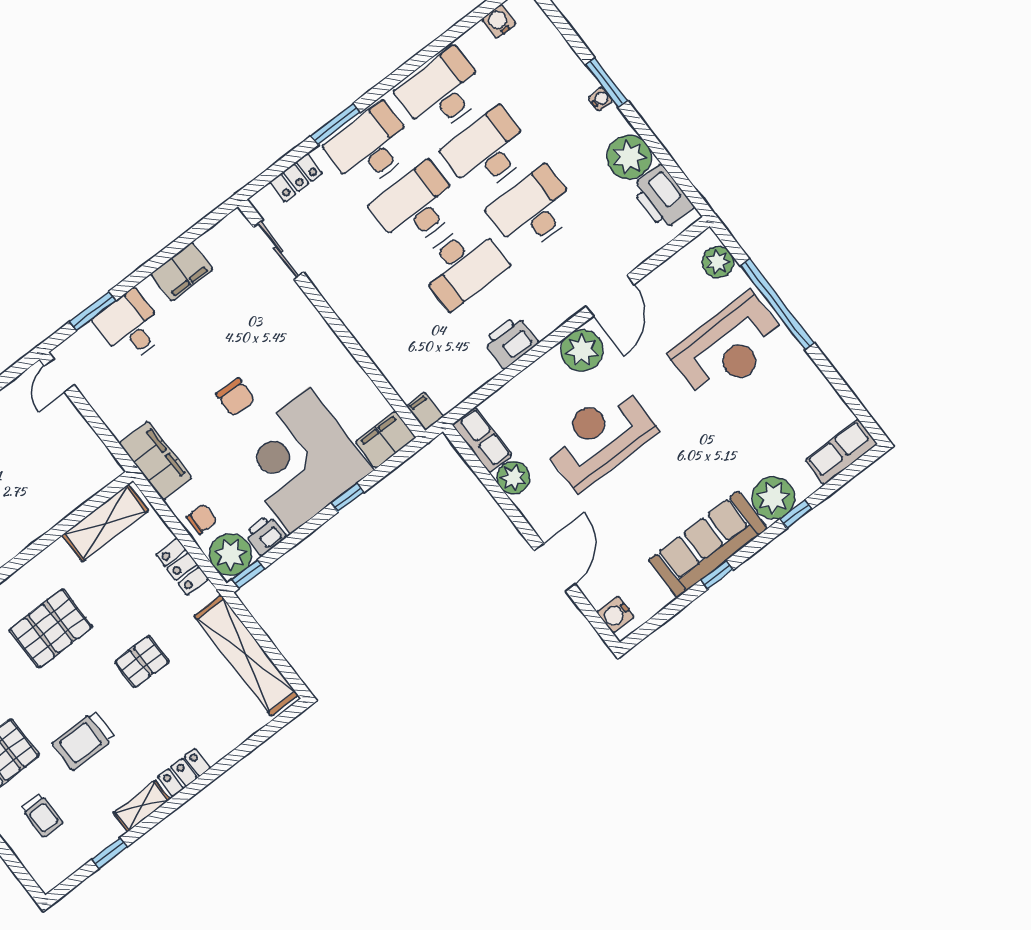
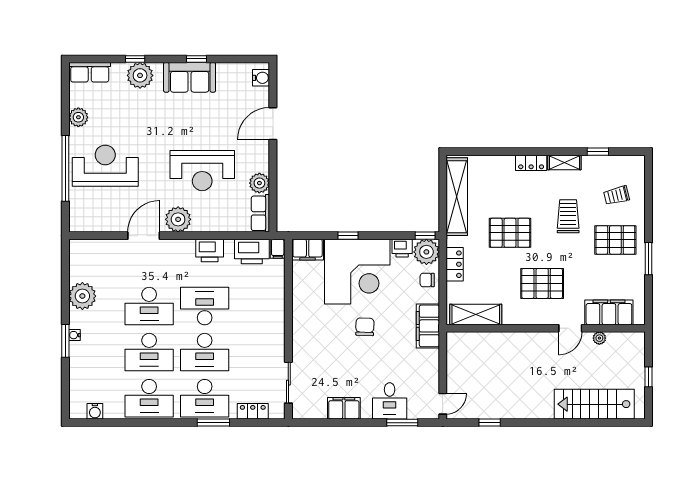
printer: (662, 197) -> (252, 251), moved, turned 90
plant: (718, 262) -> (78, 117), moved
sofa: (708, 544) -> (190, 77), width x0.73
pallet: (142, 662) -> (510, 233), width x1.50, depth x1.42
trolley: (84, 741) -> (568, 216), turned -90
trolley: (42, 815) -> (616, 195), turned -104

